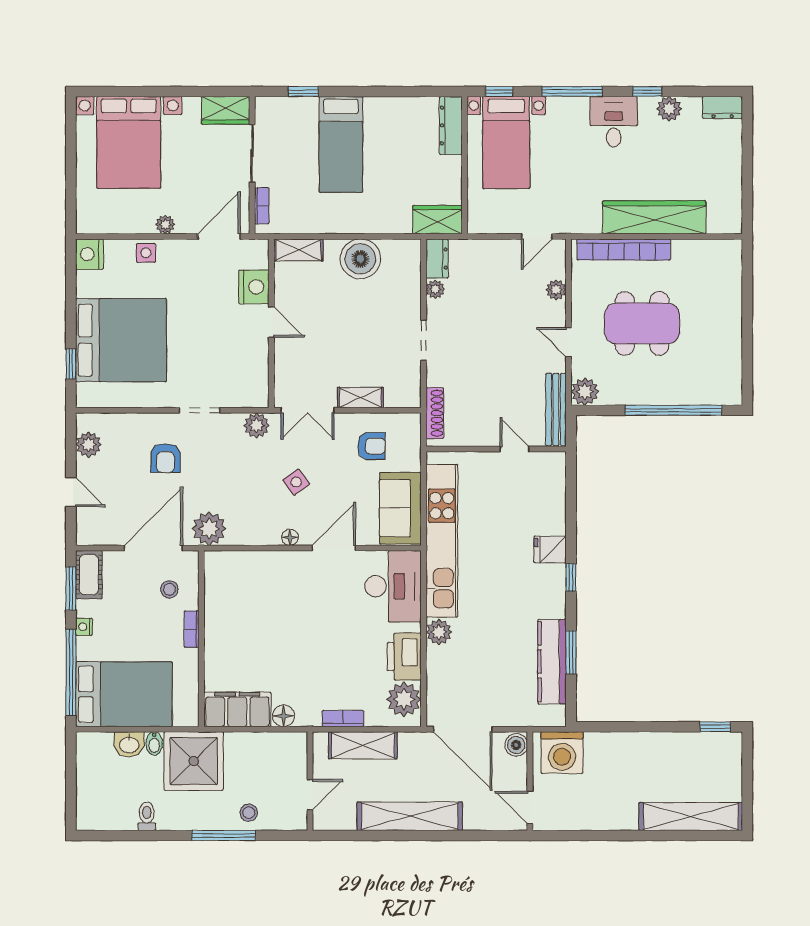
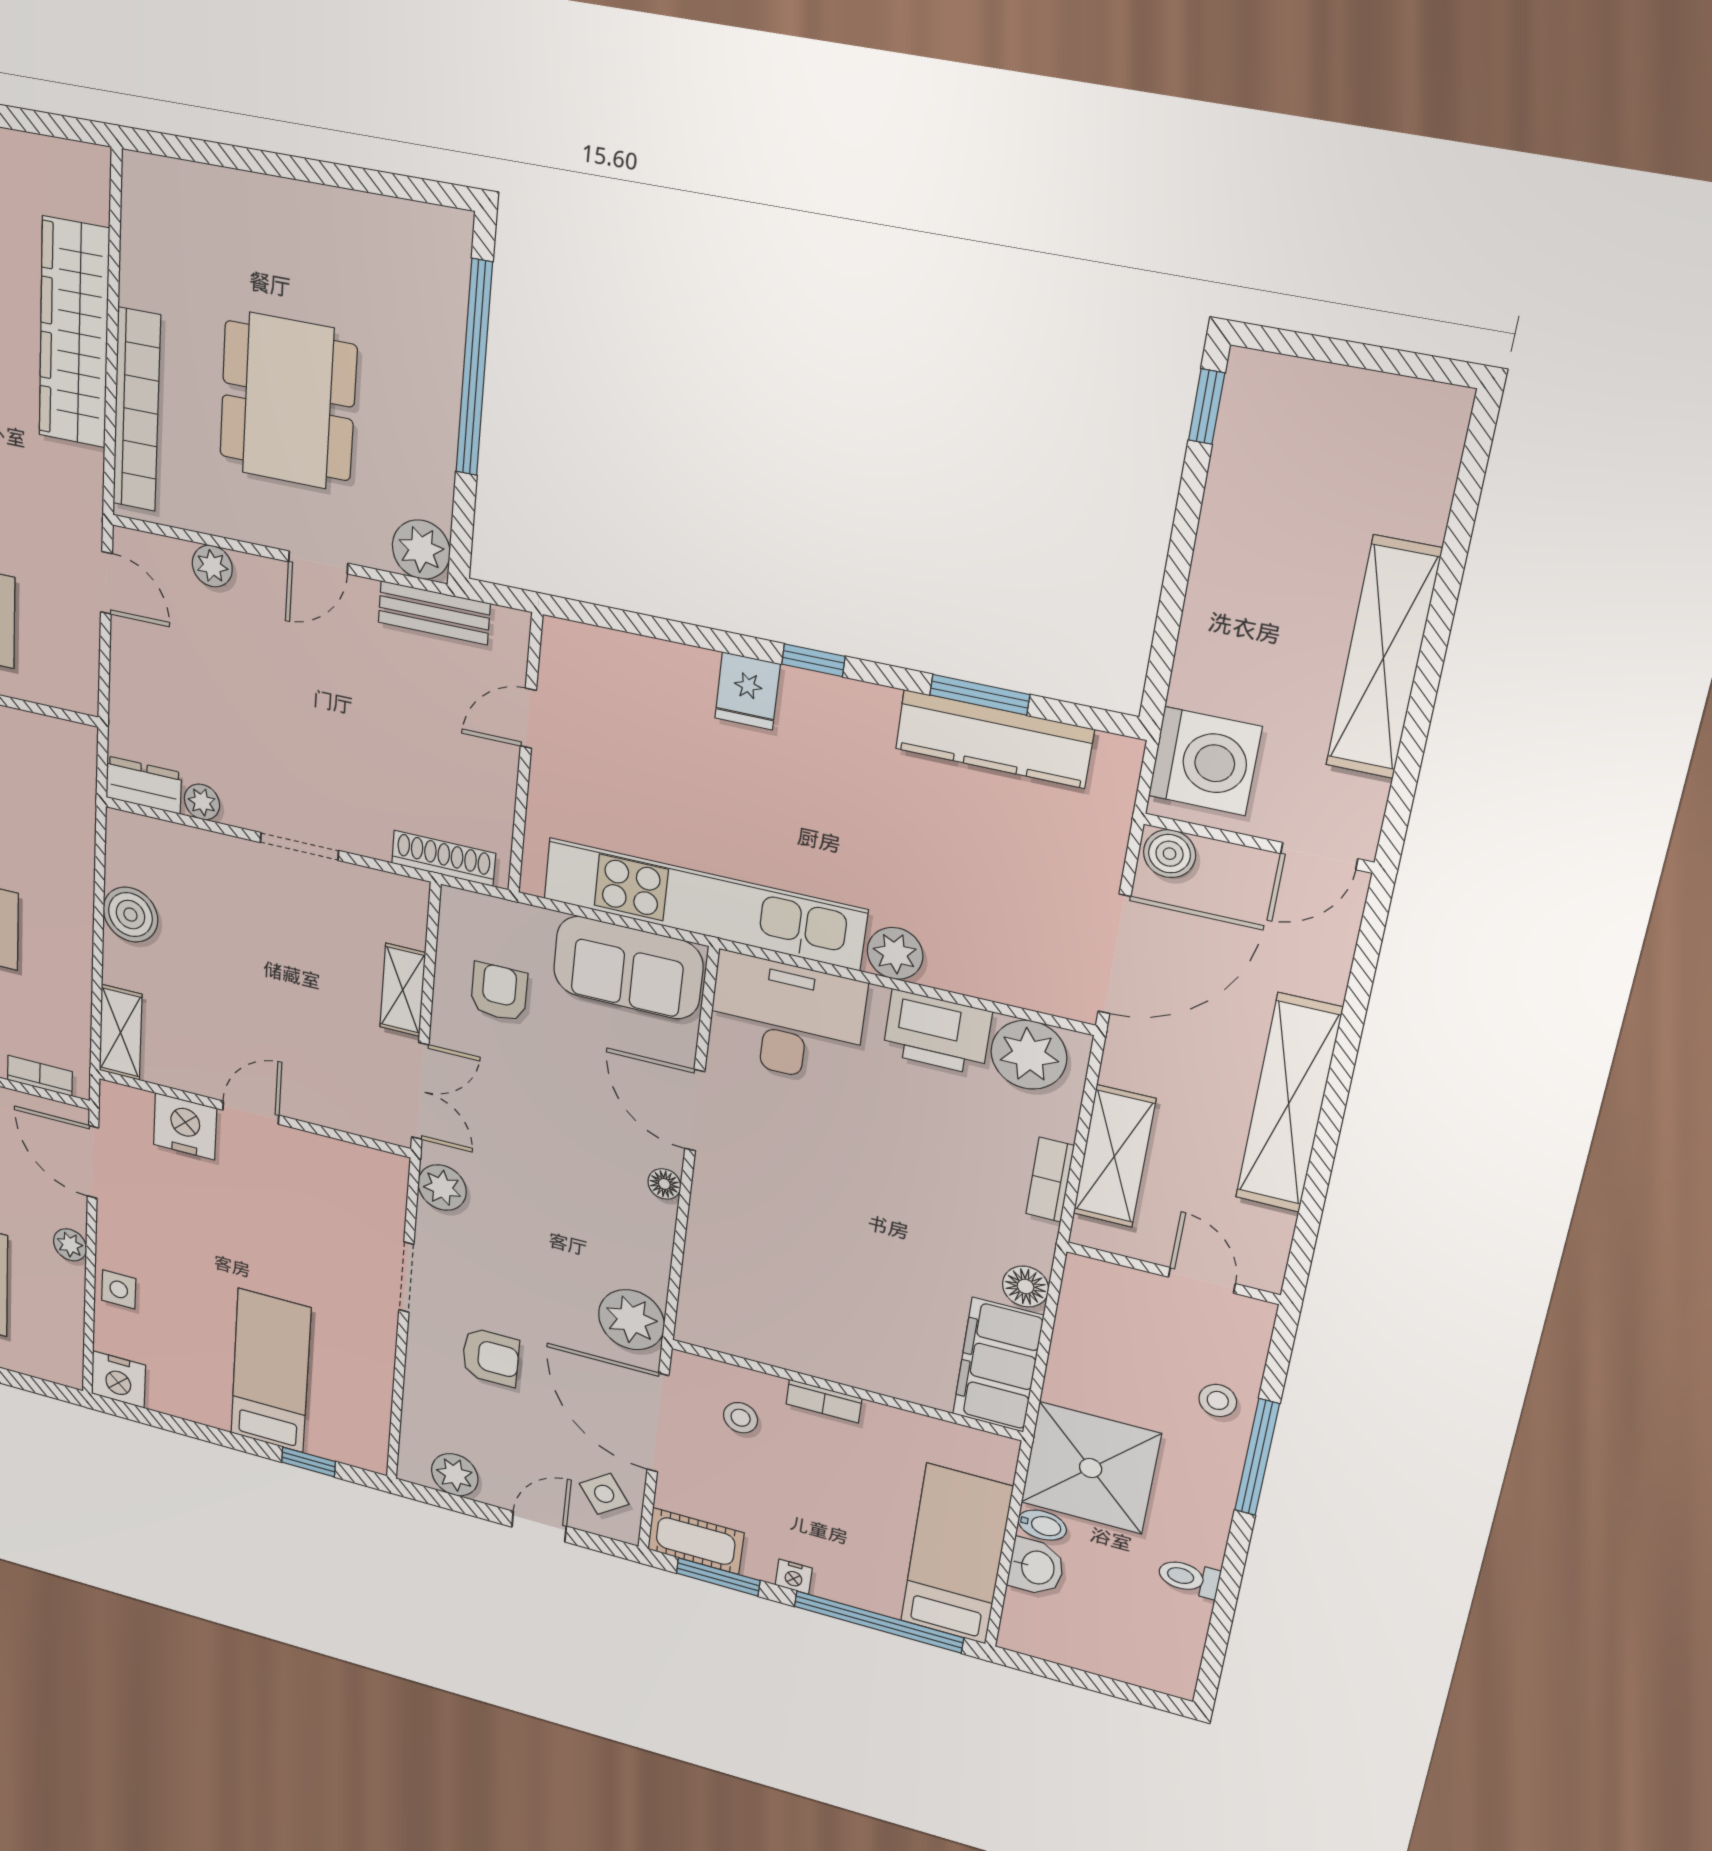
wardrobe: (438, 220) -> (71, 767), removed
boiler: (360, 259) -> (130, 915), width x0.73, depth x0.73
bed: (121, 340) -> (271, 1371), width x0.49
bench: (556, 410) -> (434, 613), width x0.73
side table: (296, 482) -> (604, 1494), moved
bed: (124, 694) -> (956, 1554), width x0.67
shelving: (691, 817) -> (1383, 658), moved

